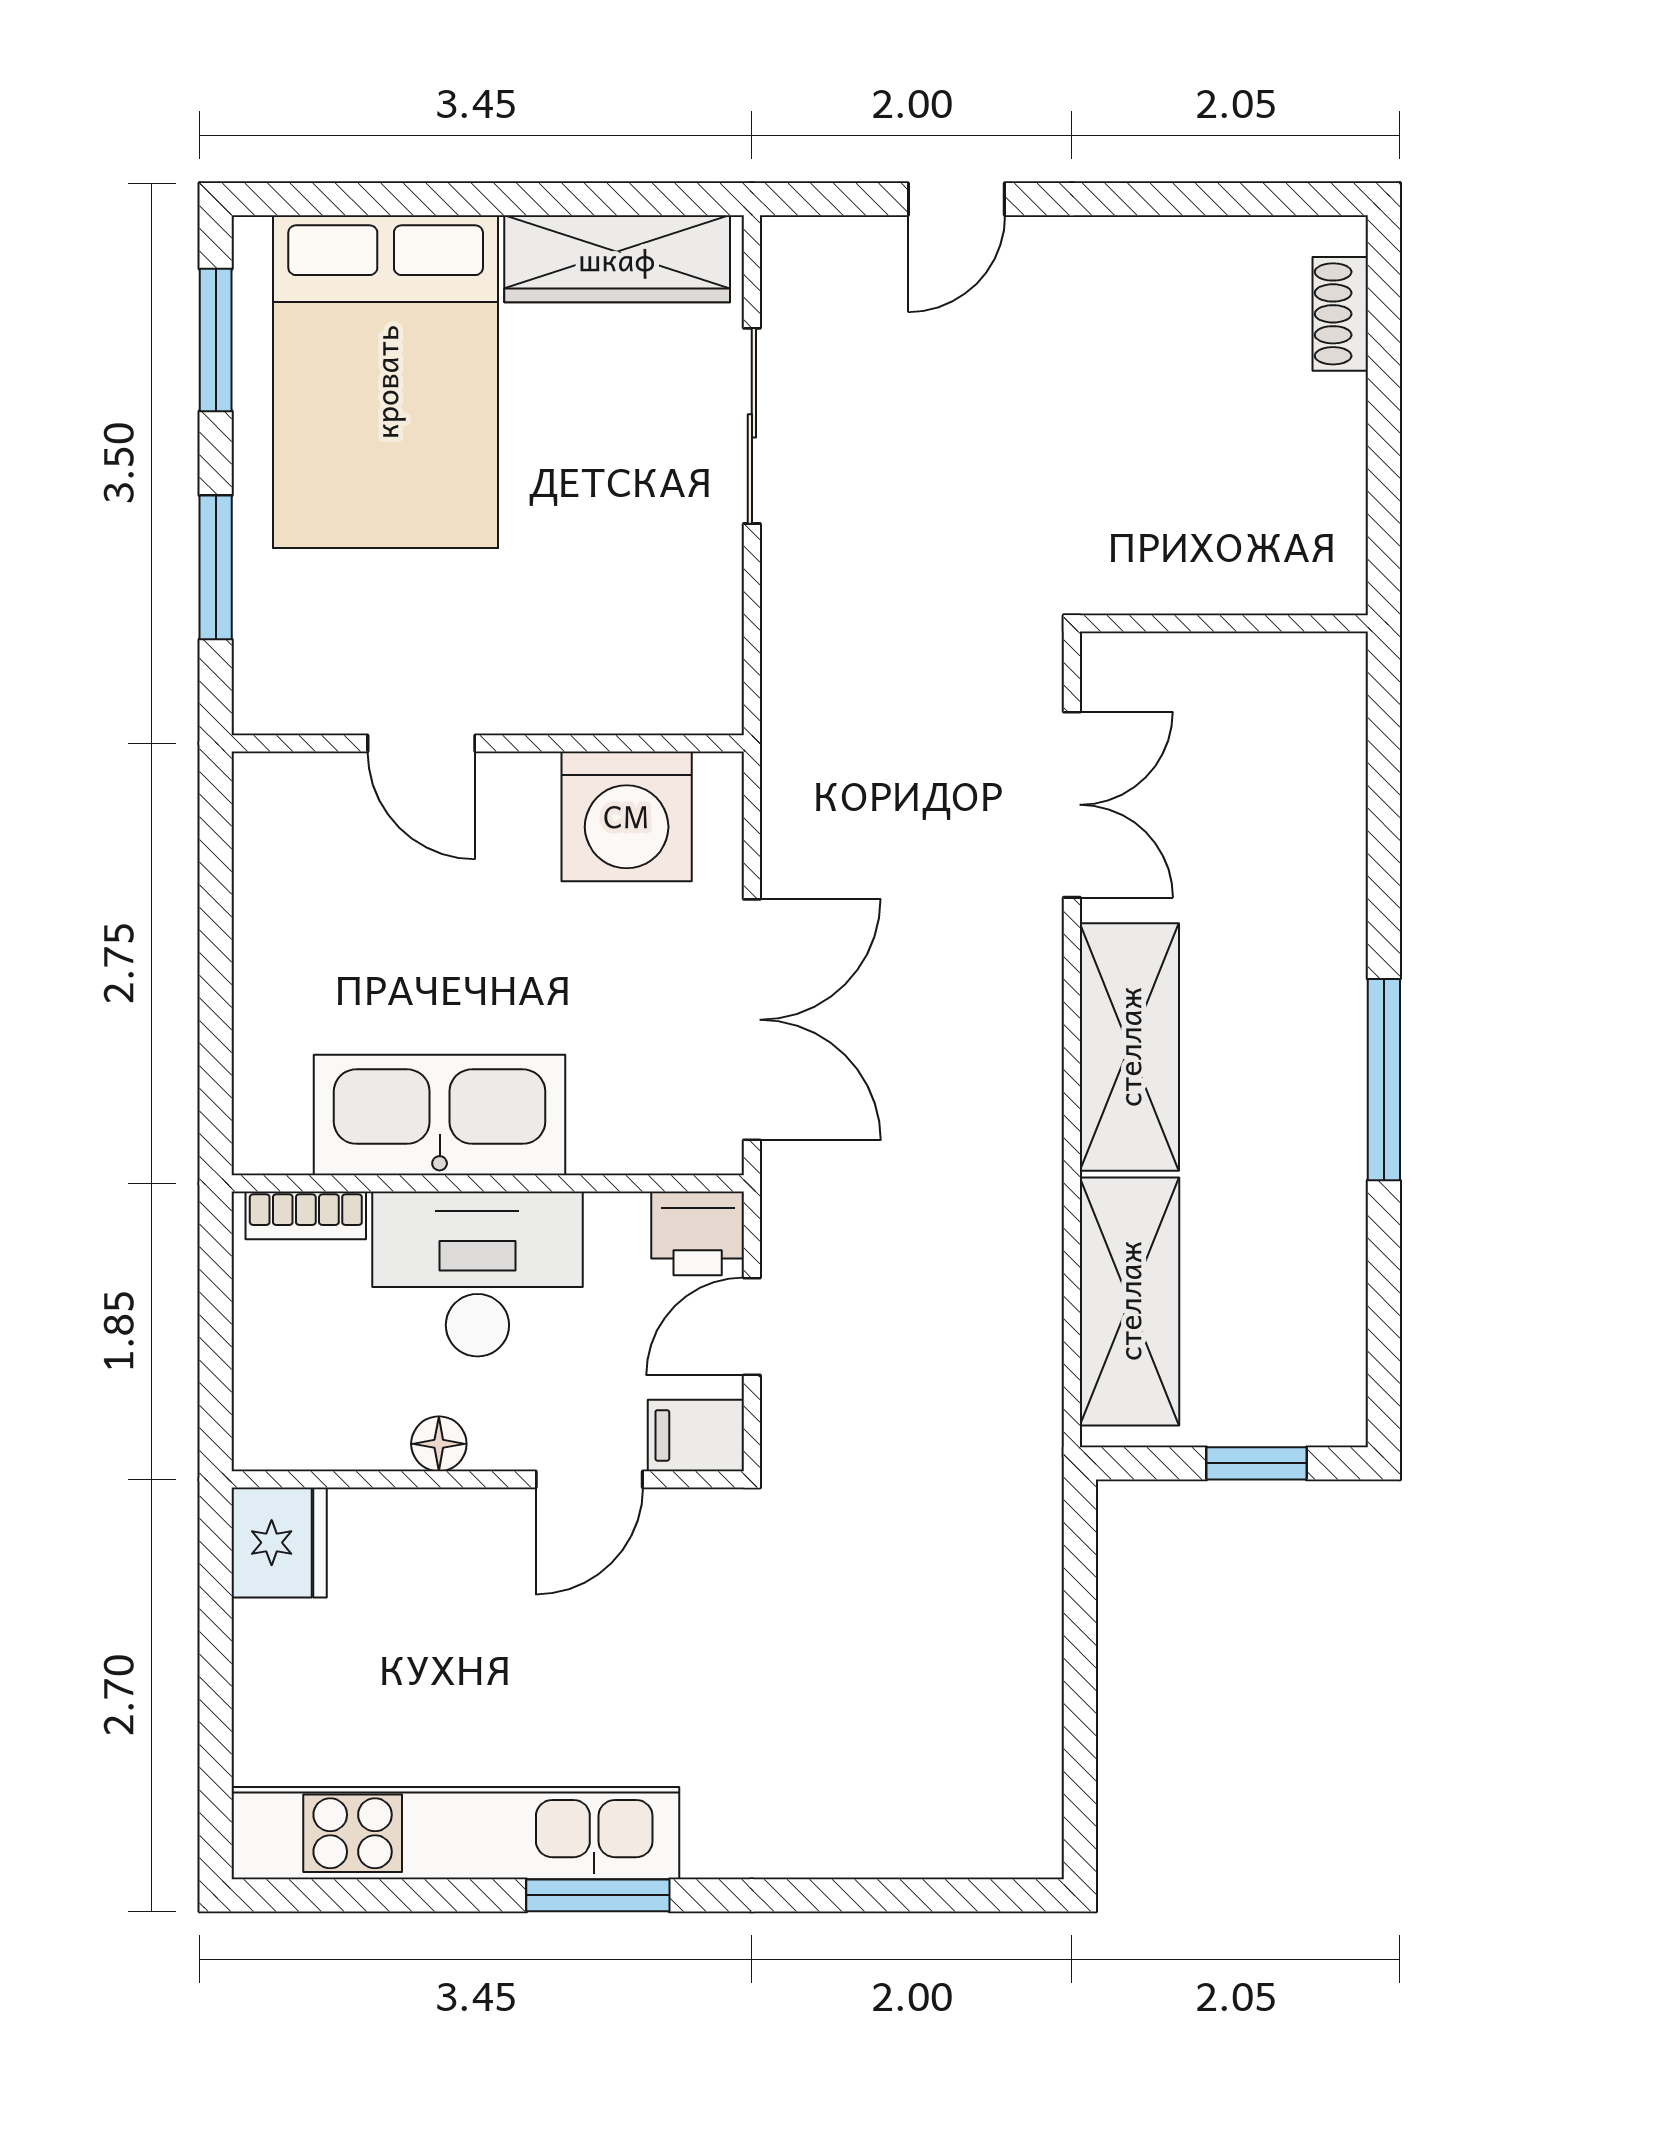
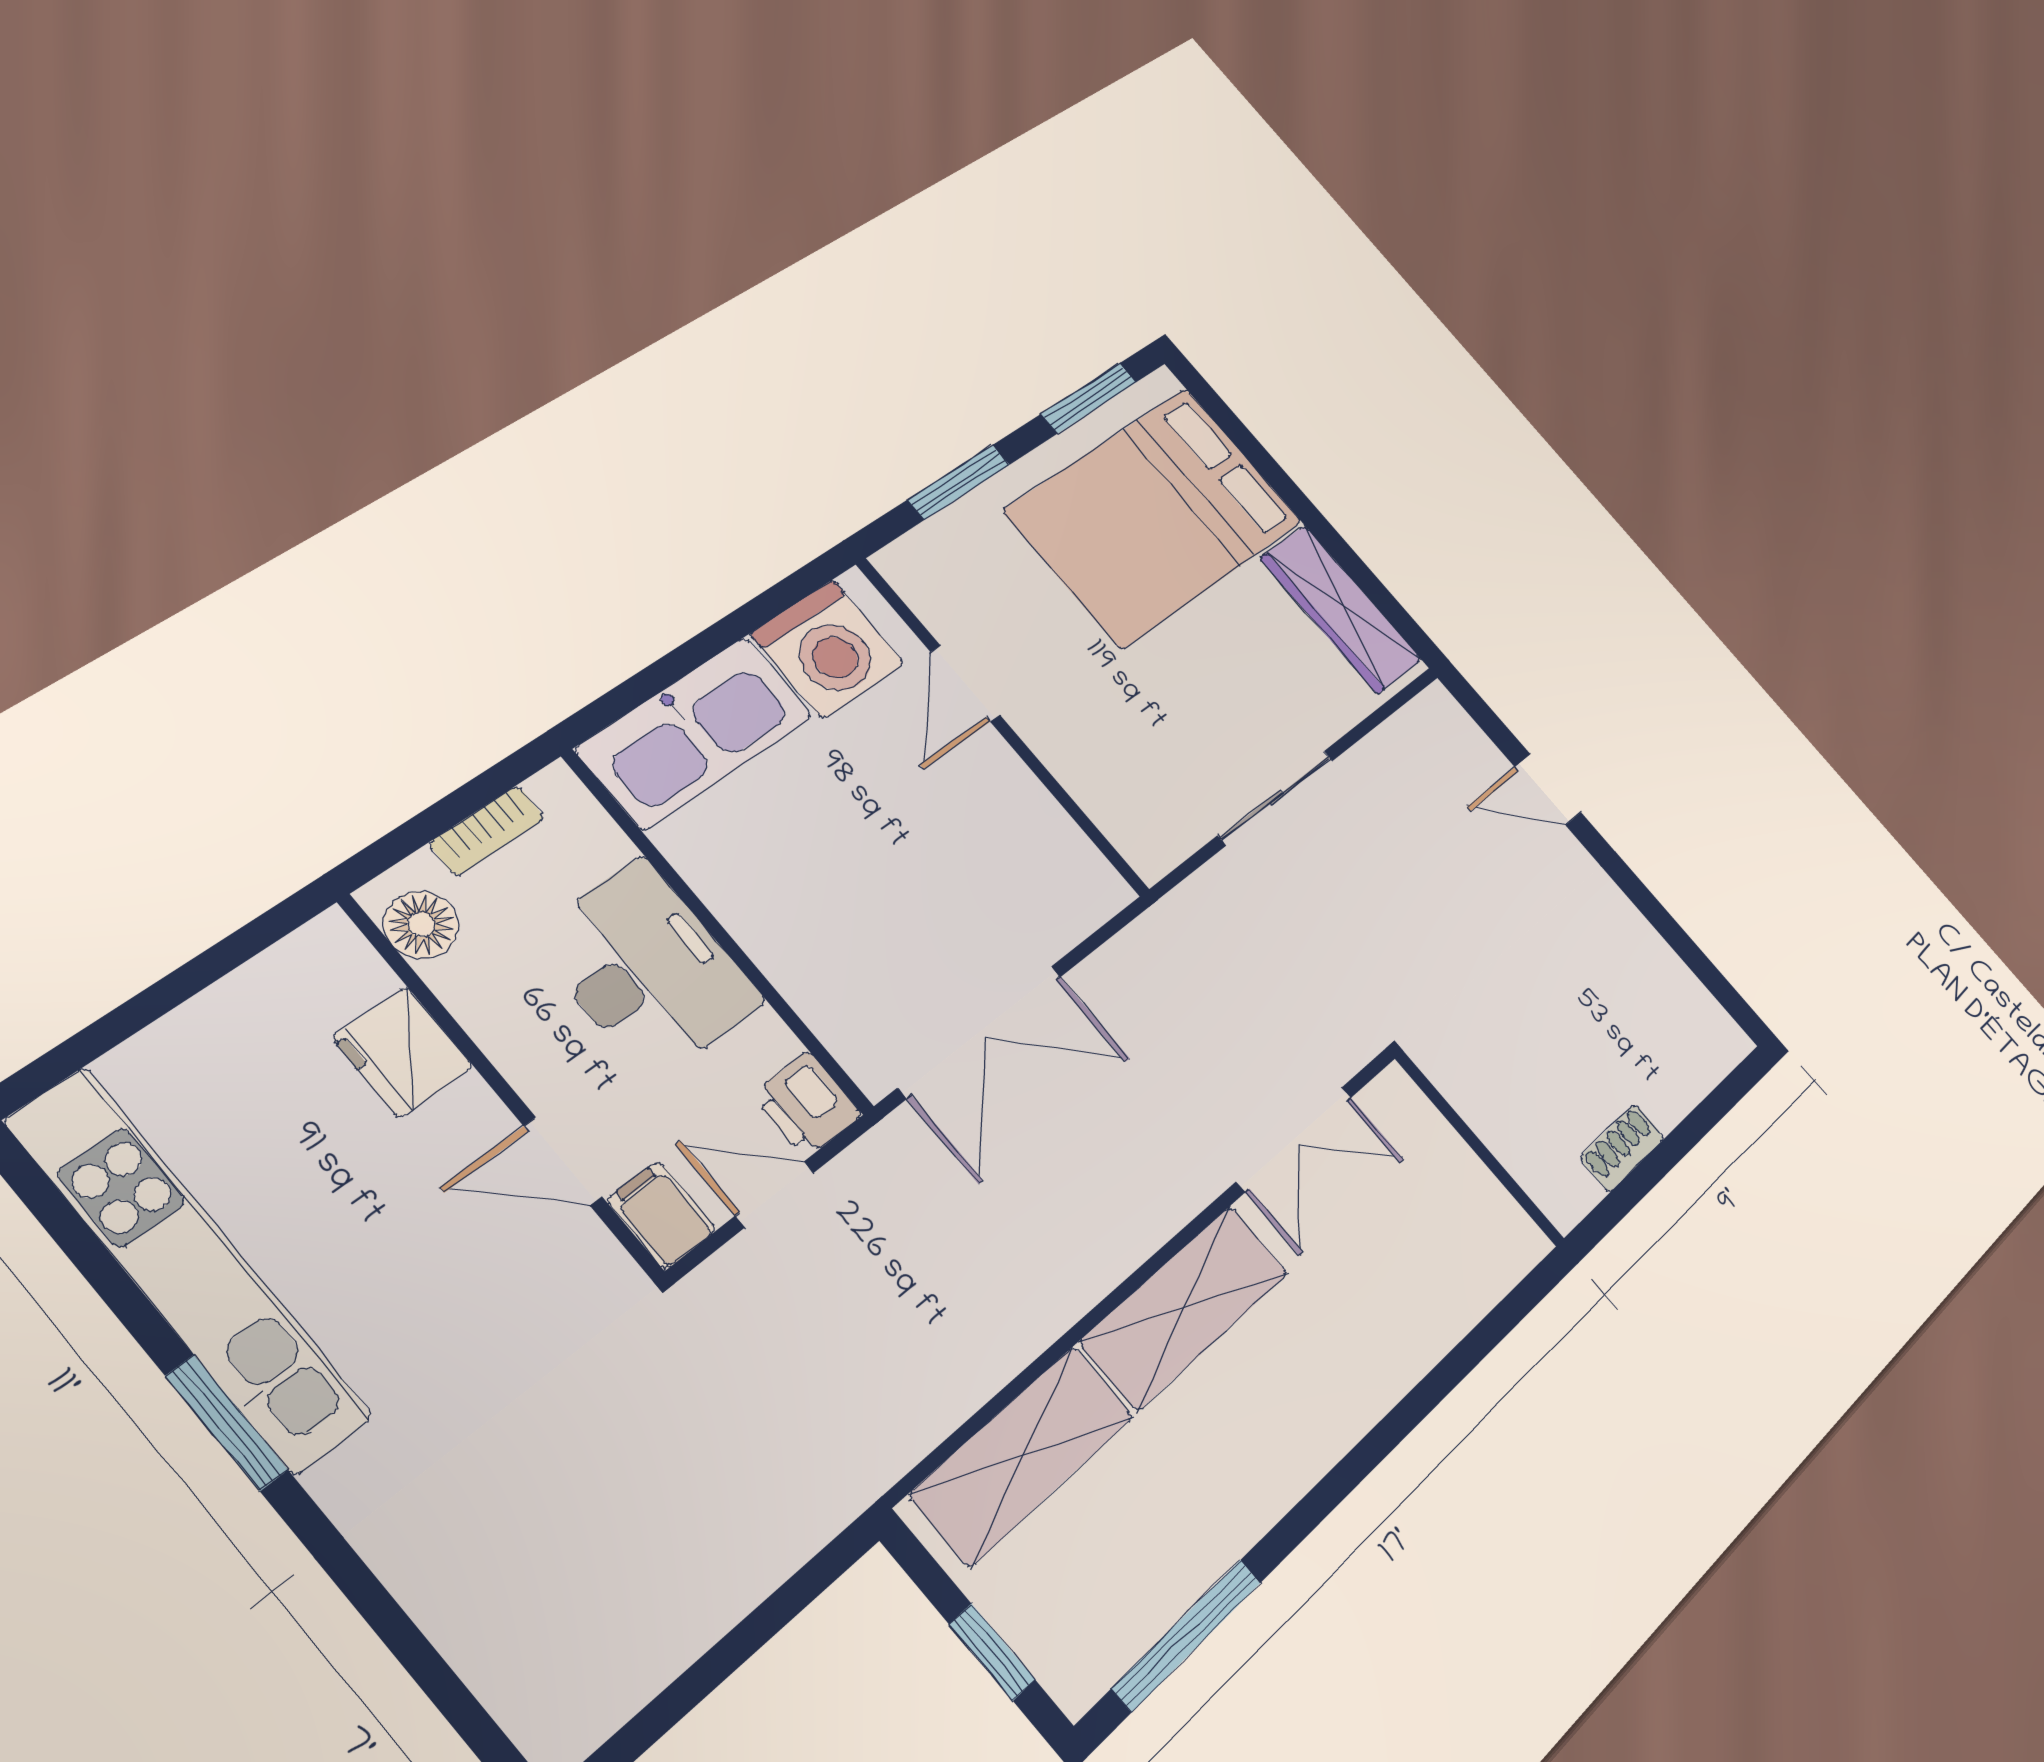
shoe rack: (1340, 314) -> (1622, 1148), moved
sliding door: (752, 426) -> (1276, 798), moved
washing machine: (627, 816) -> (828, 649), moved, turned -90
window: (1384, 1080) -> (1187, 1635), moved
kitchen sink: (440, 1115) -> (695, 732), moved, turned 90
bookcase: (306, 1215) -> (487, 831), moved, turned -90
floor lamp: (439, 1444) -> (421, 925), moved, width x1.37, depth x1.37
fridge: (279, 1543) -> (403, 1052), moved, turned 90

